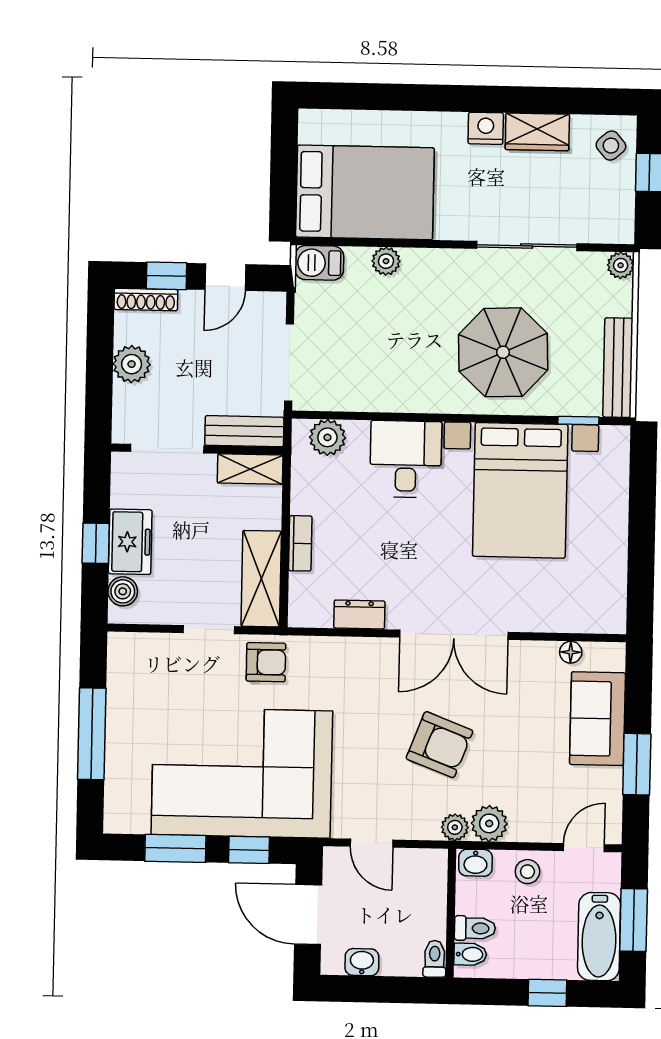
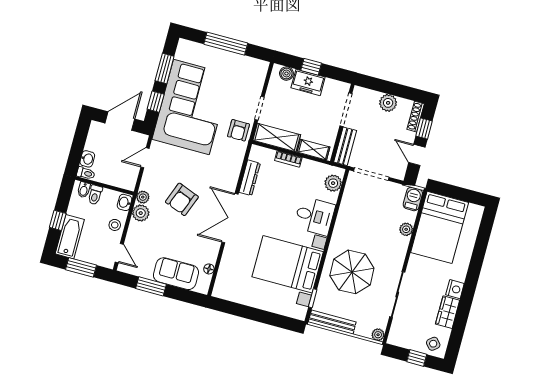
shelving: (250, 469) -> (314, 150), moved, turned 90
dresser: (359, 615) -> (250, 178), width x1.44
bathtub: (599, 937) -> (70, 237), moved, turned 90
washbasin: (362, 962) -> (87, 159), moved

